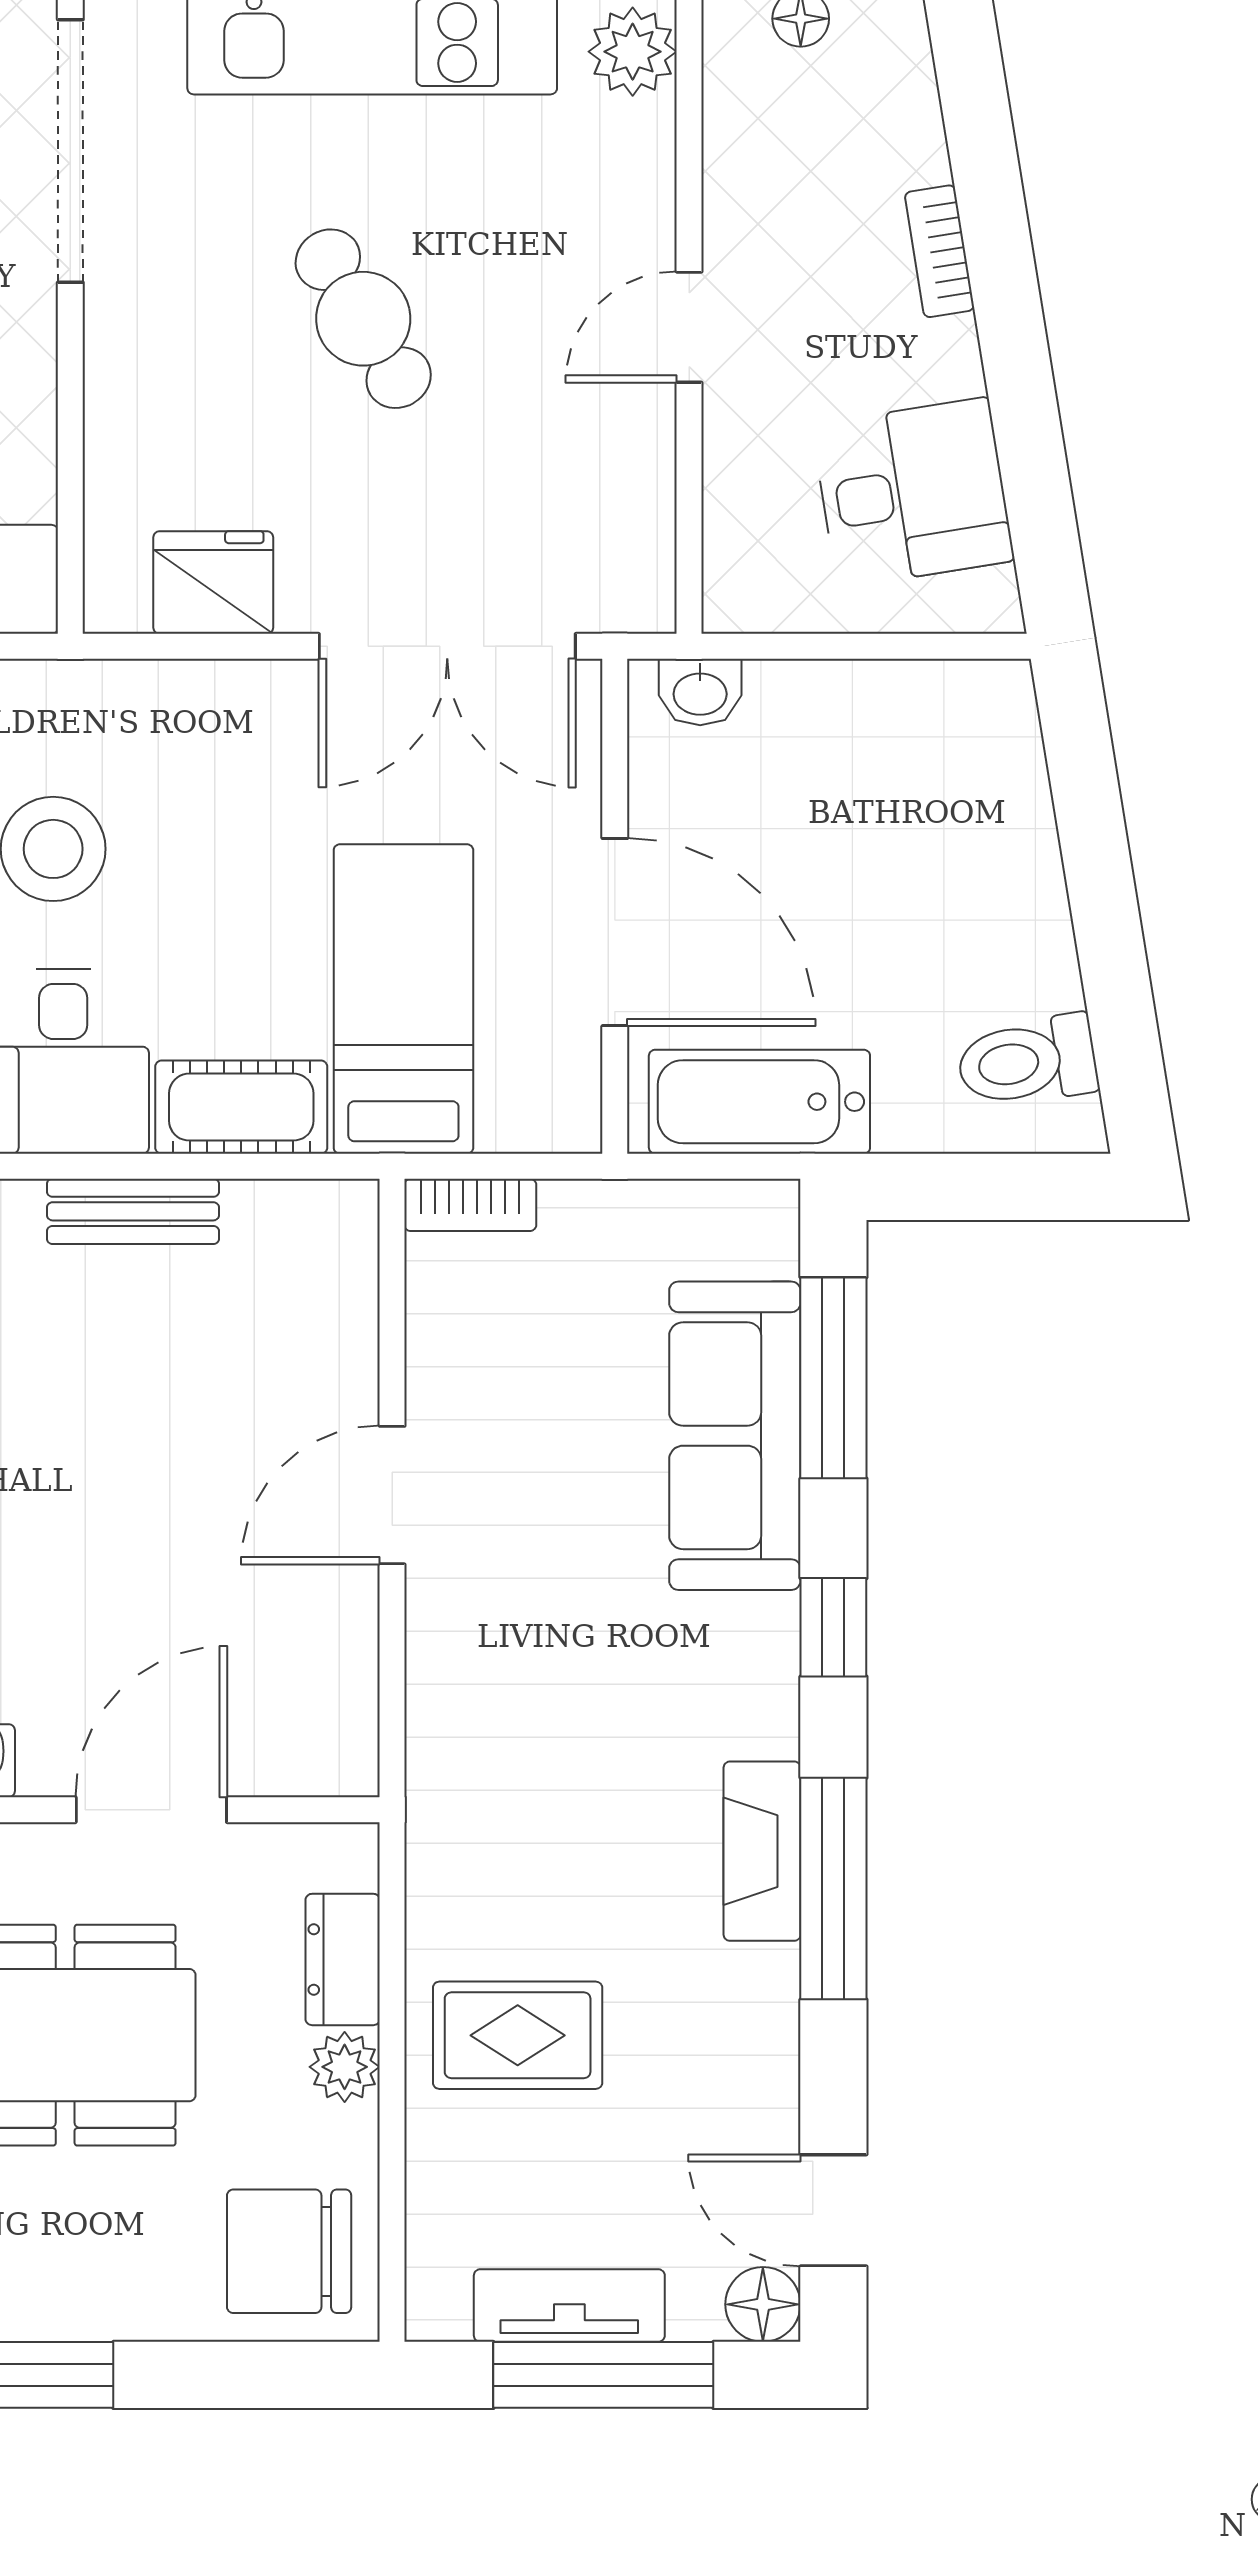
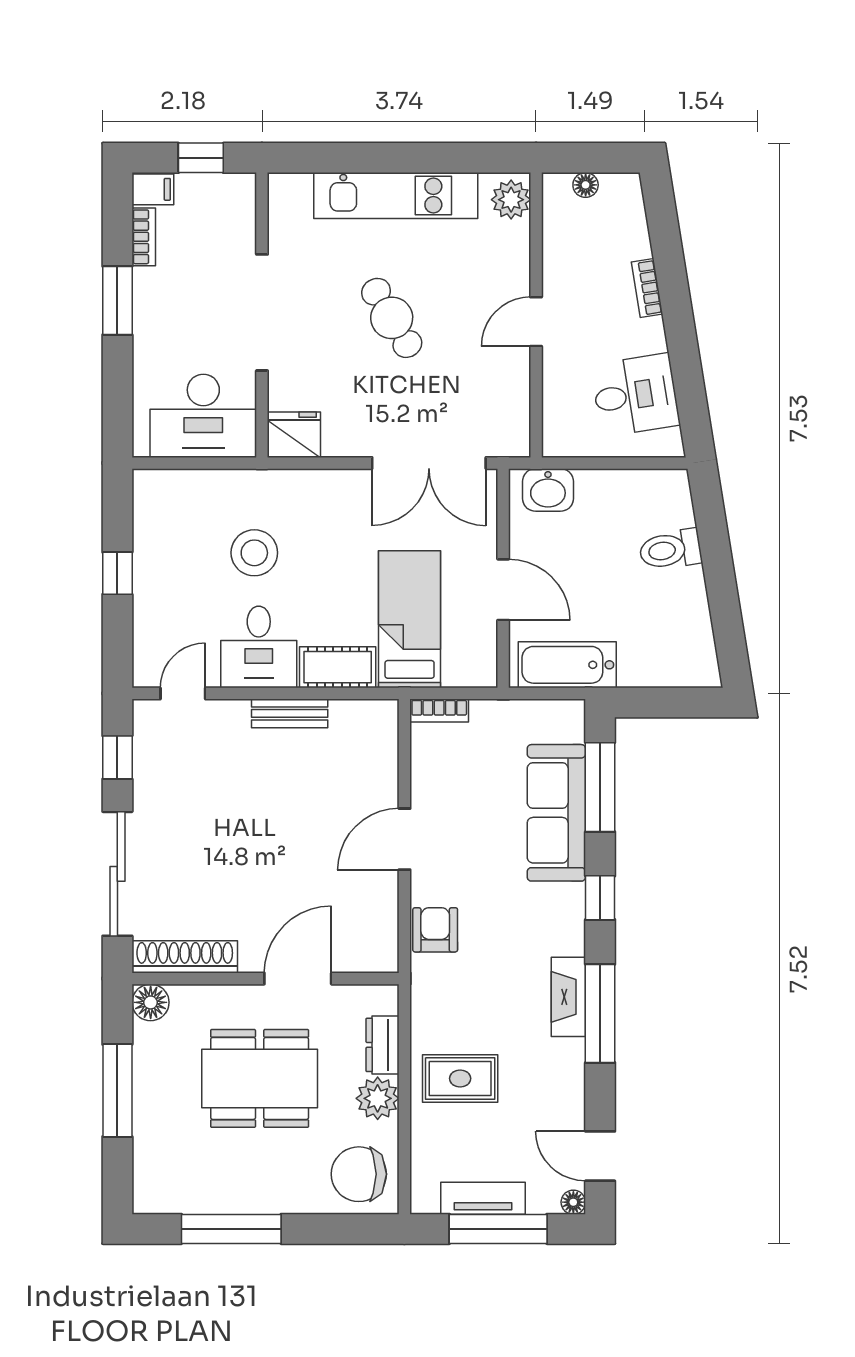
doorway: (70, 151) -> (262, 312), moved
fridge: (213, 583) -> (294, 435), moved
washbasin: (700, 692) -> (548, 490), width x1.38, depth x1.45
door: (615, 932) -> (503, 590), width x0.73
toilet: (1027, 1061) -> (670, 550), moved
armchair: (461, 1700) -> (435, 930), added
plant: (345, 2067) -> (378, 1098), width x1.38, depth x1.38
floor lamp: (763, 2304) -> (573, 1202), width x0.73, depth x0.73

